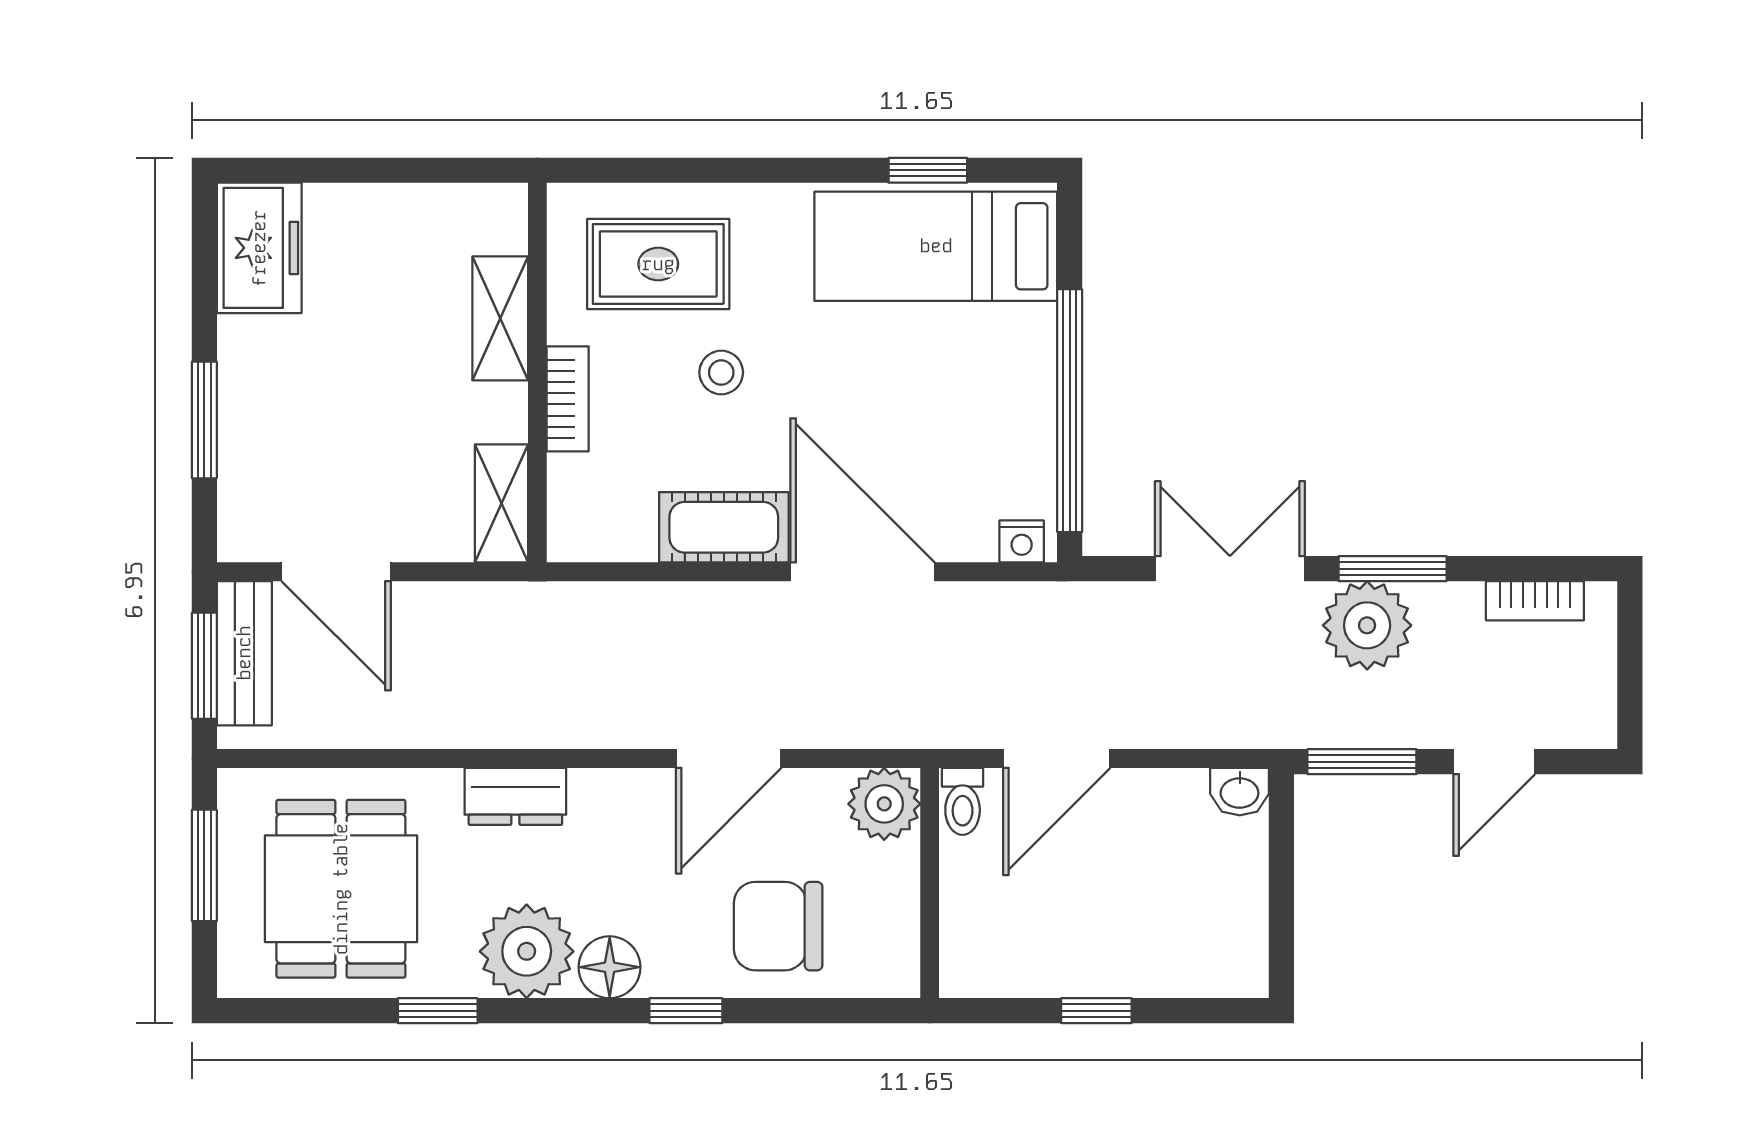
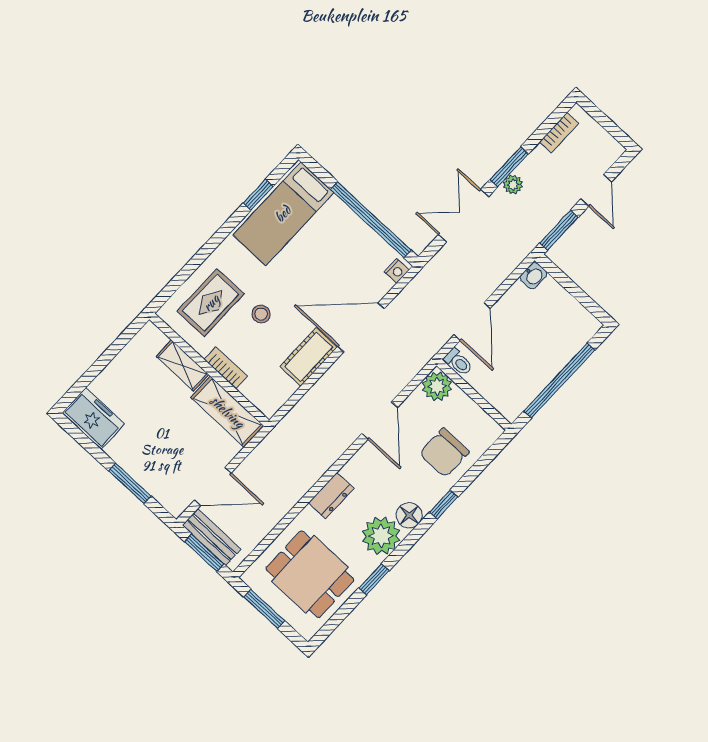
shelving: (501, 503) -> (227, 412), width x1.50, depth x1.33
plant: (1367, 625) -> (513, 184), width x0.53, depth x0.53
window: (1096, 1011) -> (559, 381), width x3.17

